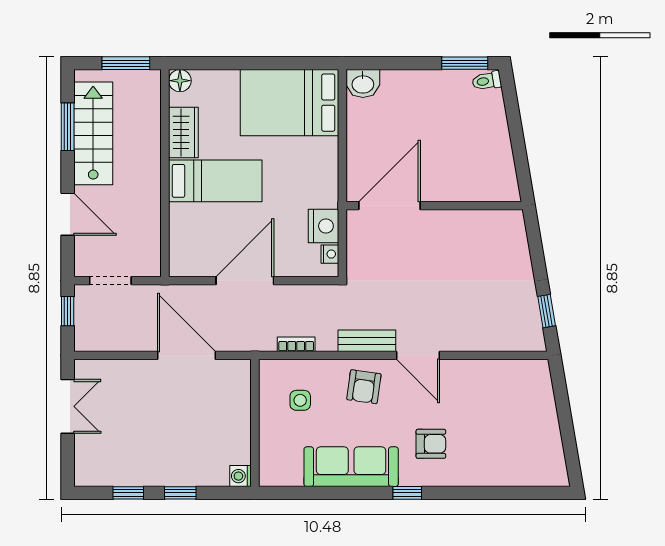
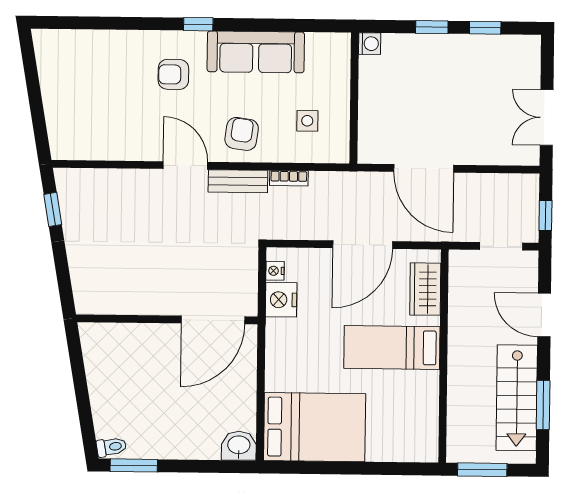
floor lamp: (180, 81) -> (427, 451), removed
wardrobe: (183, 133) -> (425, 289), moved
bookcase: (296, 344) -> (289, 178), moved

